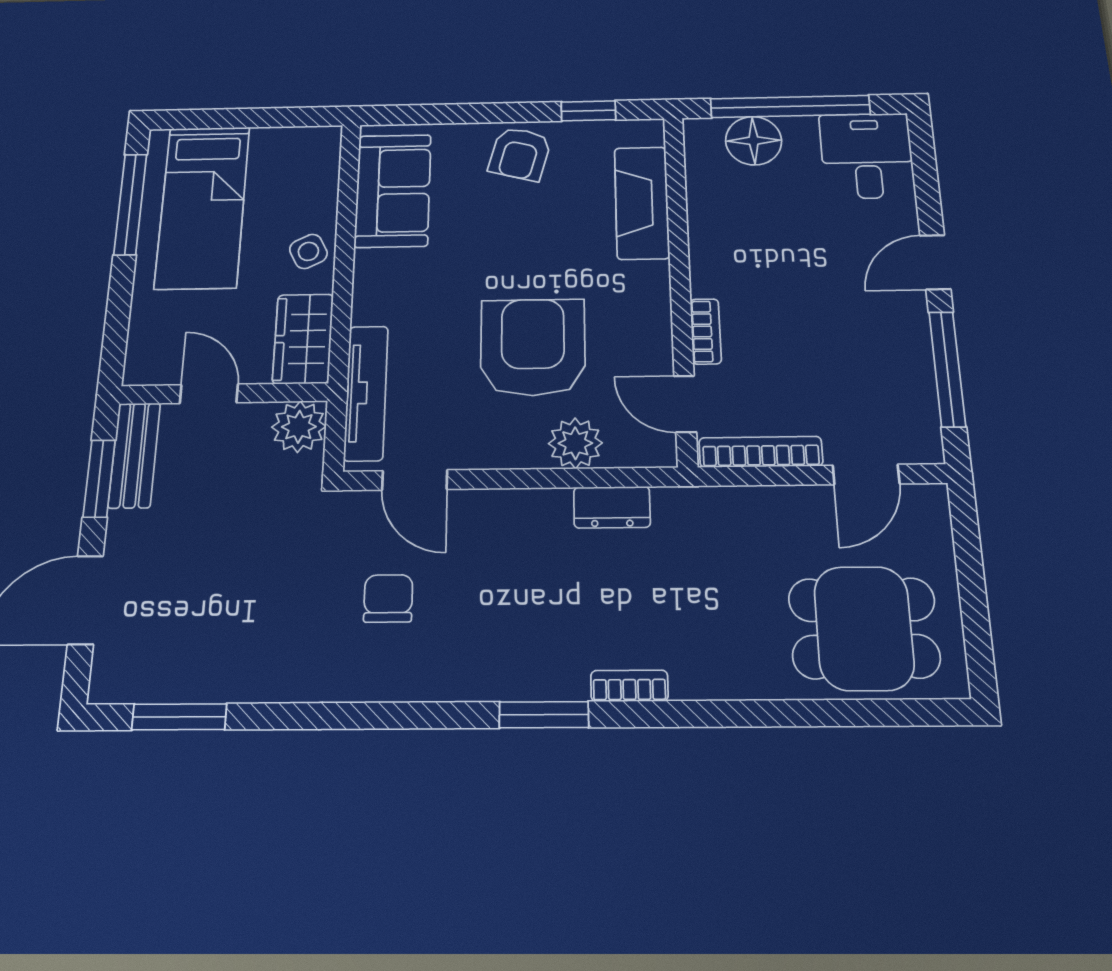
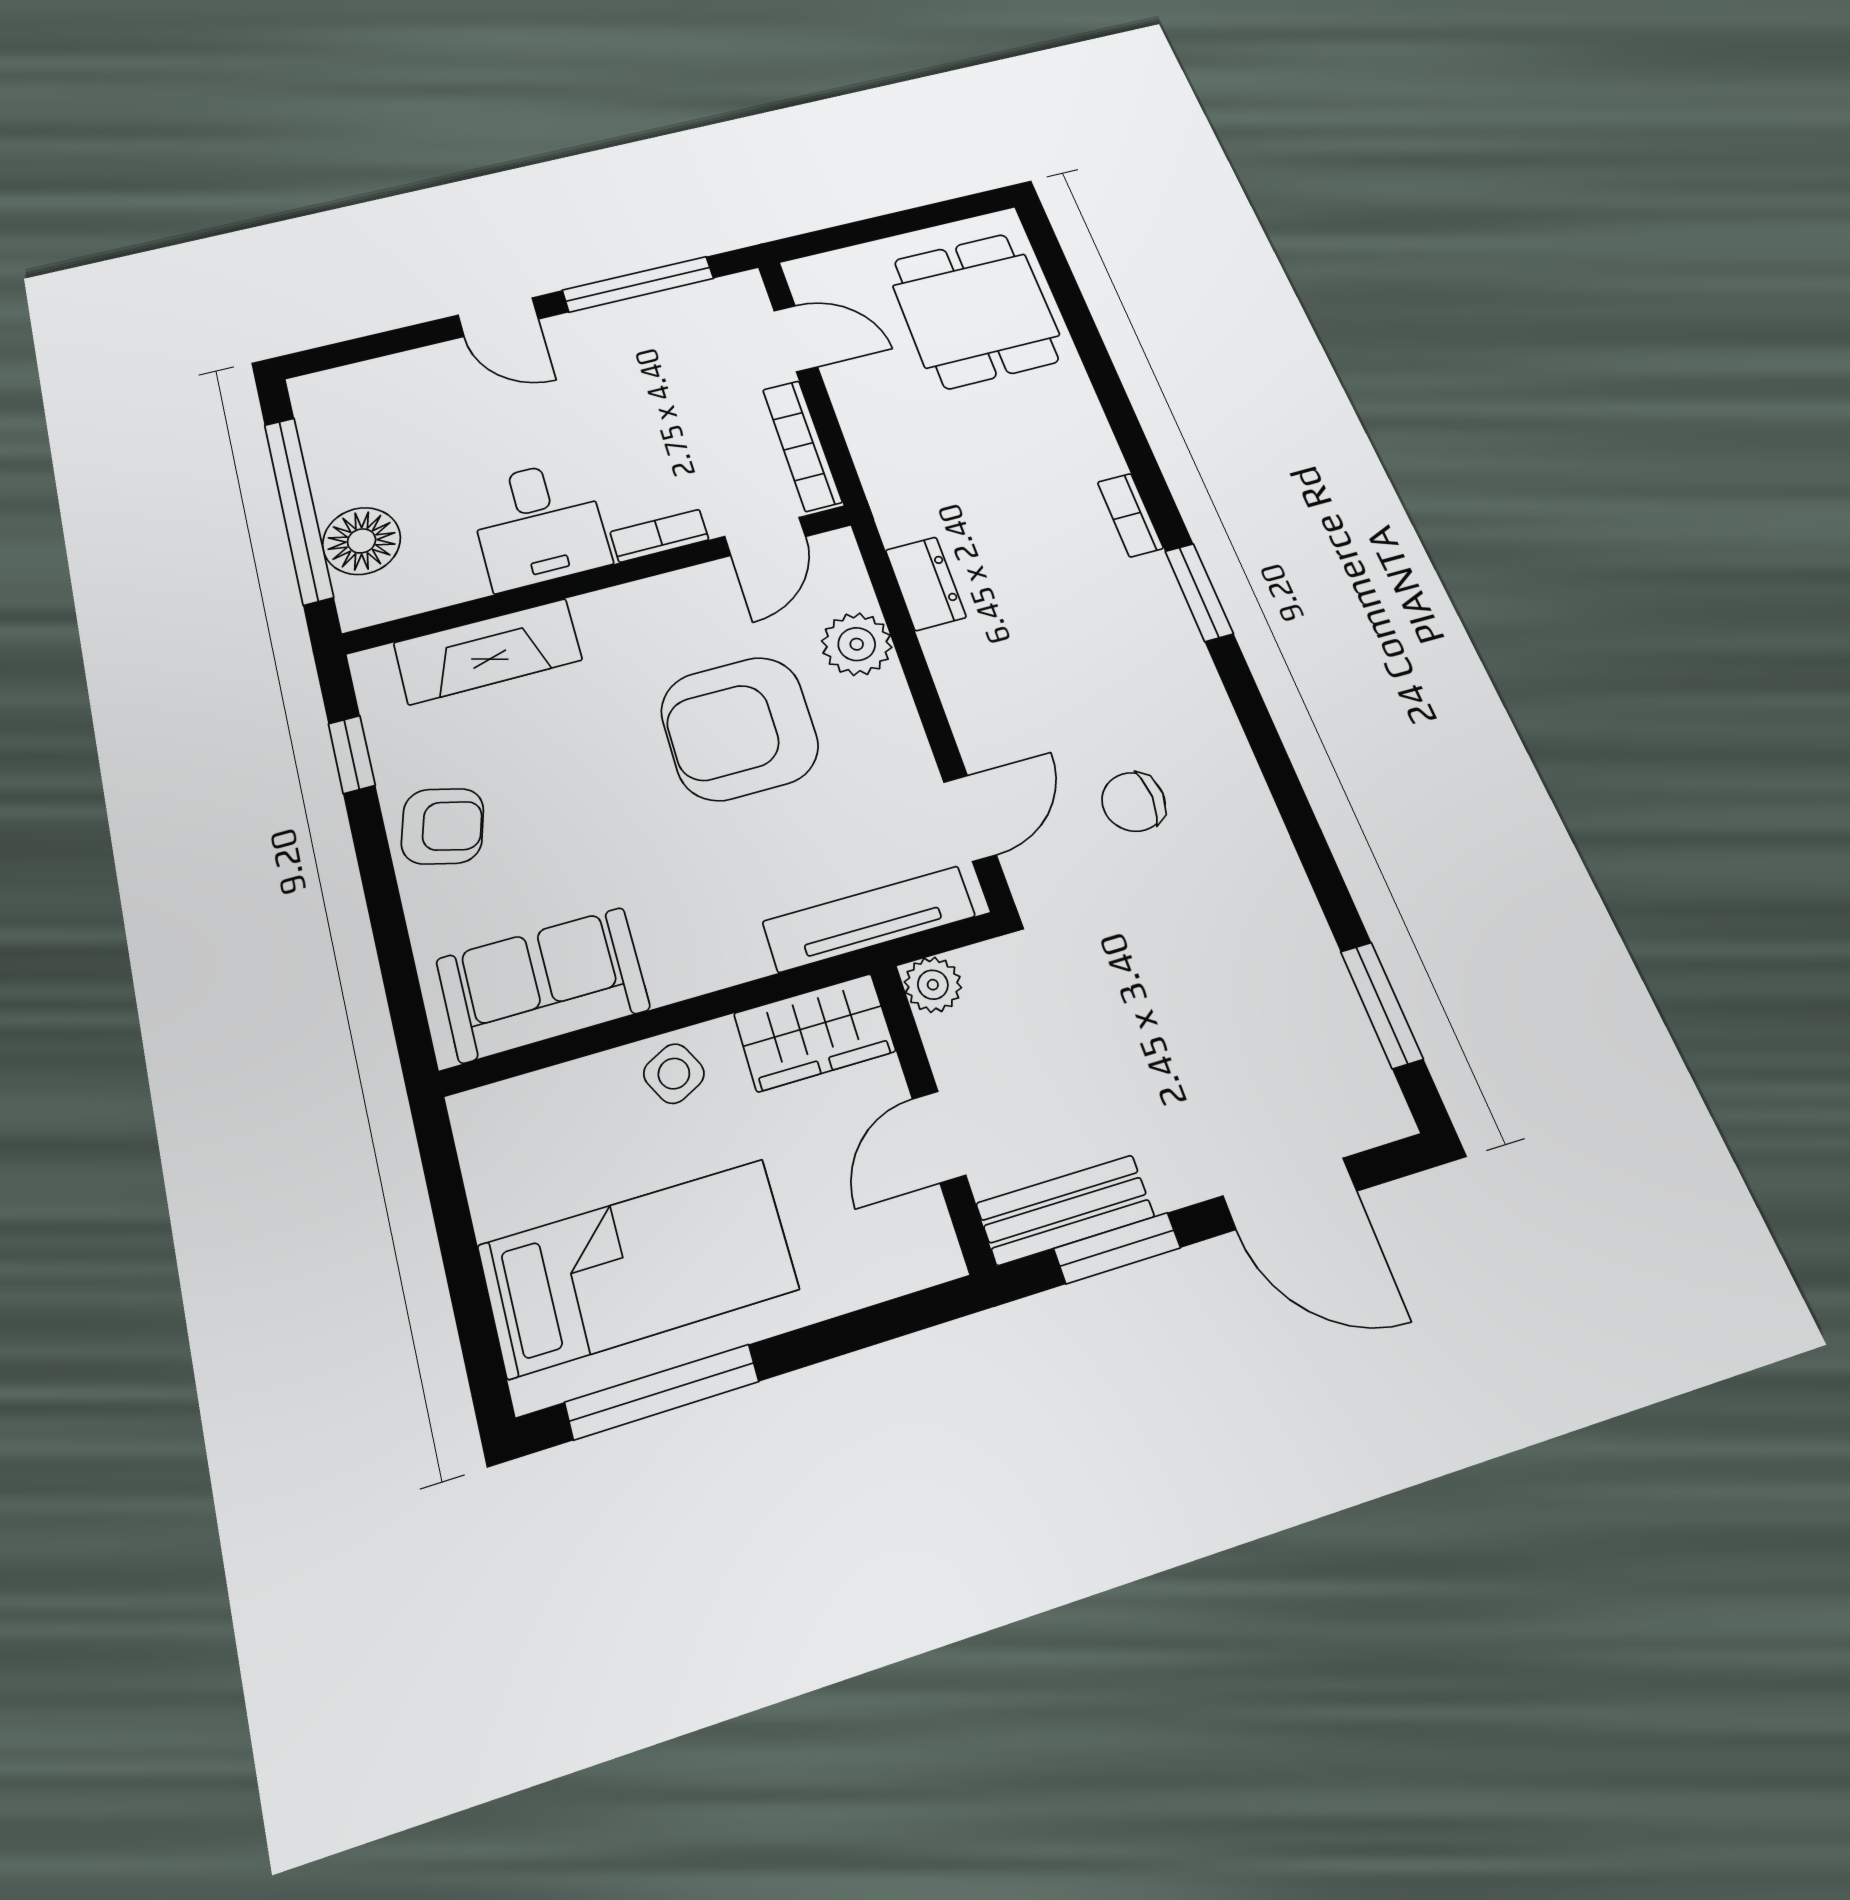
desk: (867, 156) -> (539, 524), moved, turned -90
plant: (299, 427) -> (933, 985), width x0.73, depth x0.73

